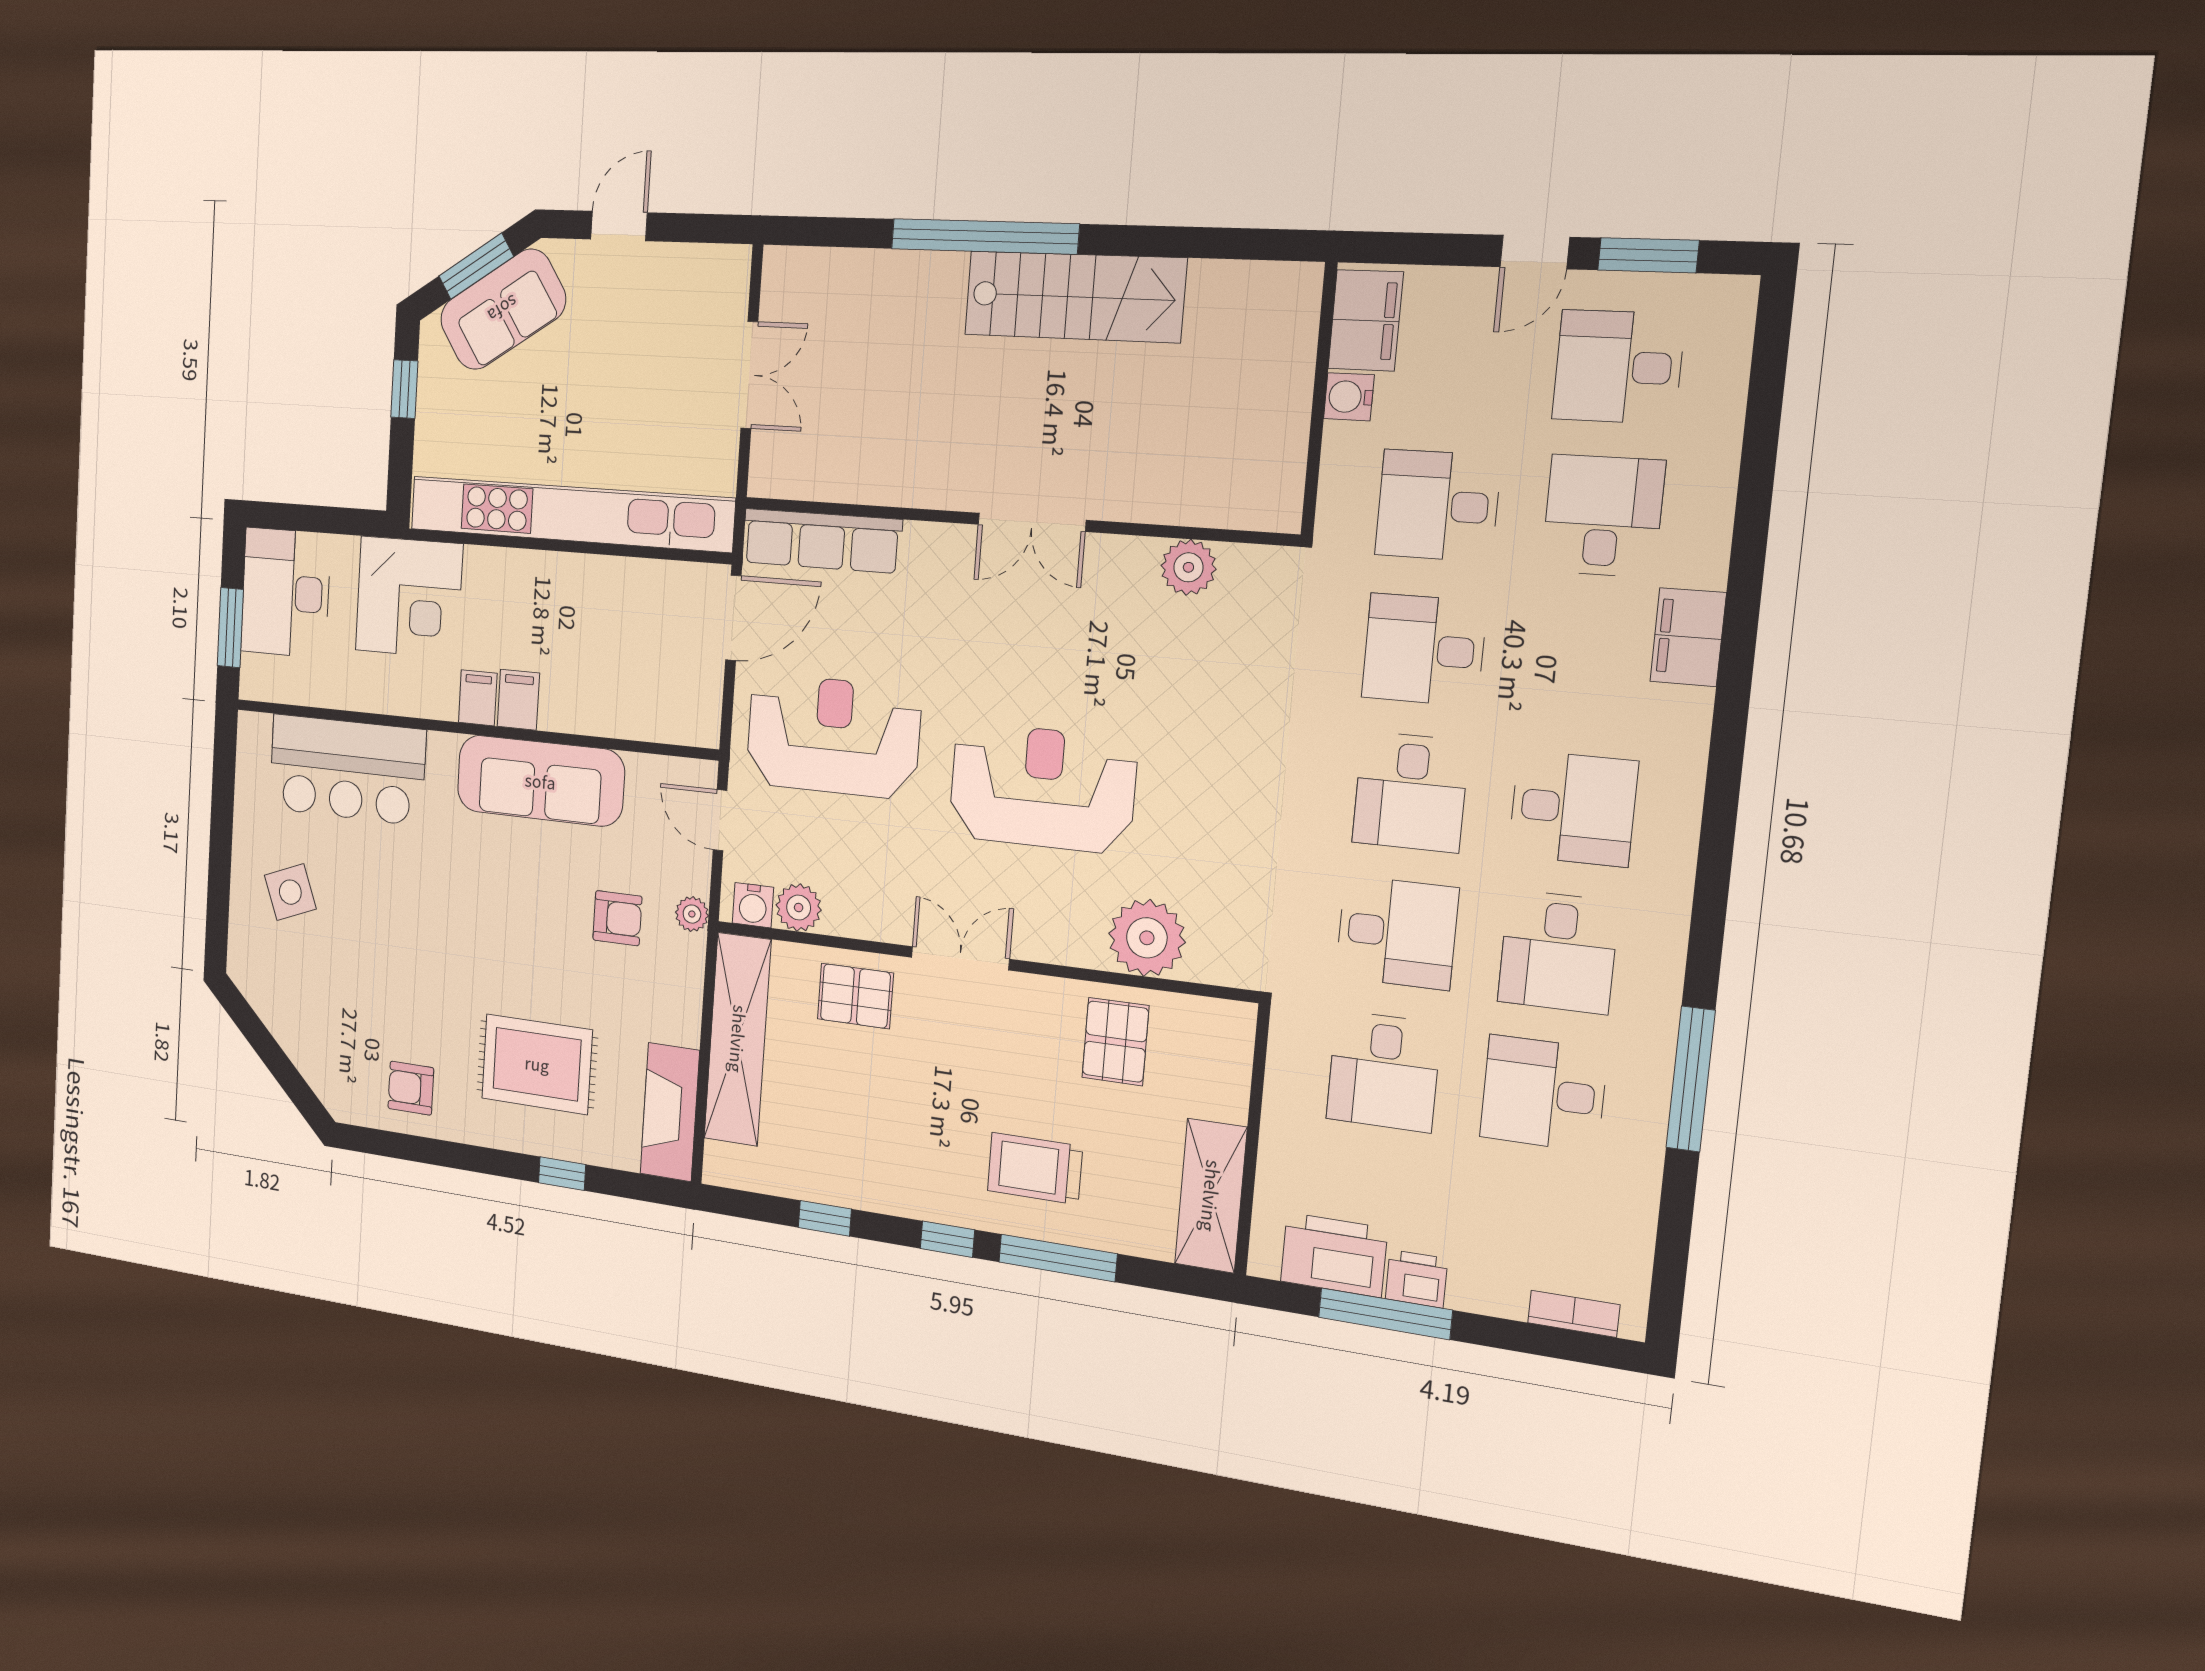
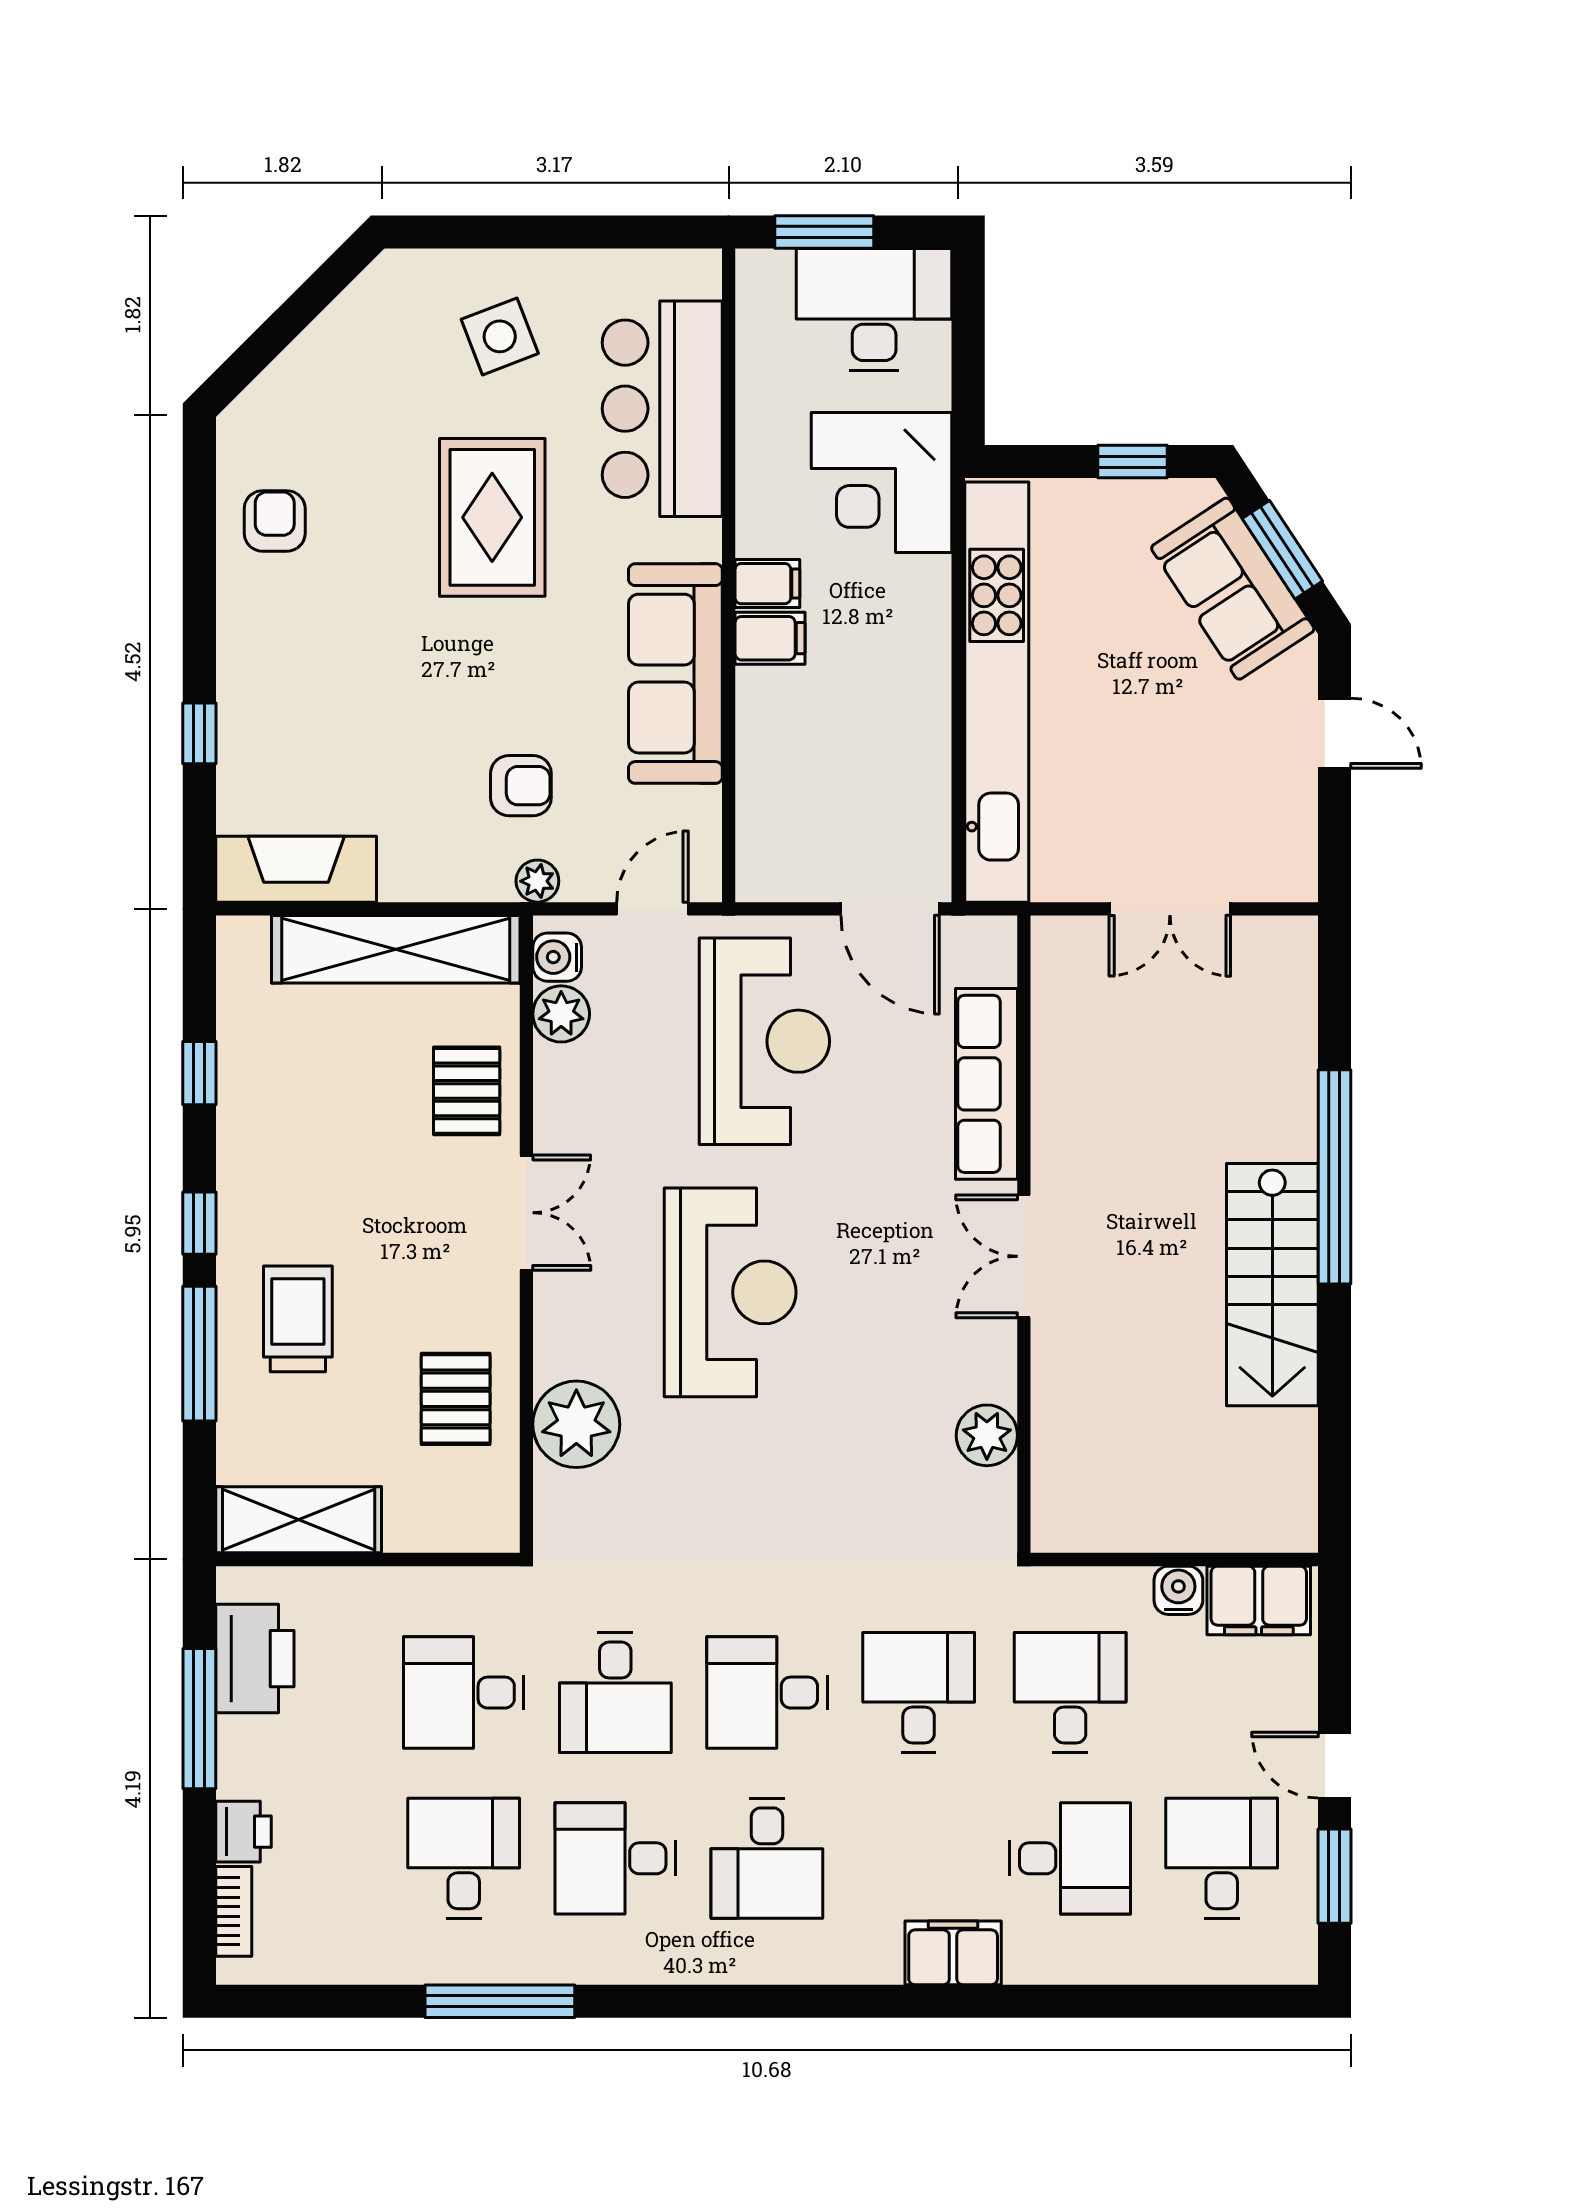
row of seats: (822, 541) -> (986, 1084), moved
armchair: (617, 918) -> (521, 786), turned -90
pallet: (1115, 1042) -> (456, 1399), turned 90
rug: (537, 1064) -> (492, 517), moved
printer: (1416, 1279) -> (243, 1832), moved

